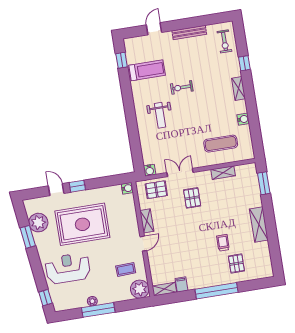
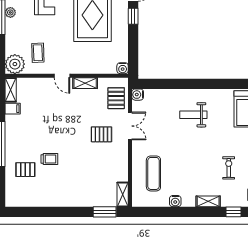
exercise bike: (182, 87) -> (229, 168), moved
shelving: (223, 173) -> (123, 194), moved
shelving: (259, 224) -> (62, 200), removed

